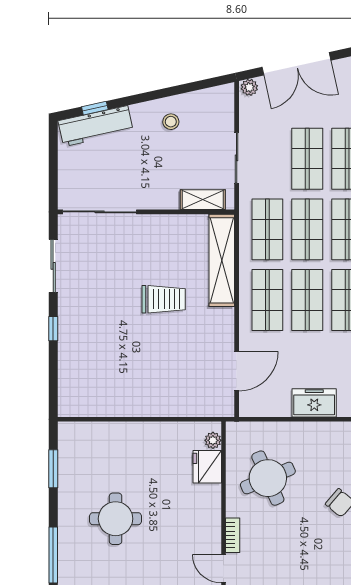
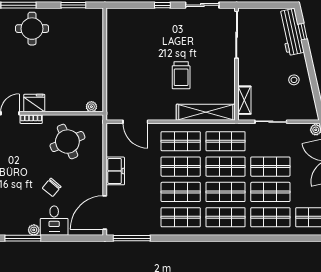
fridge: (207, 467) -> (34, 103), moved
round table: (116, 519) -> (32, 29), moved

